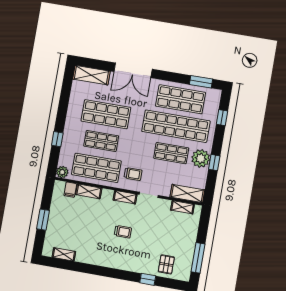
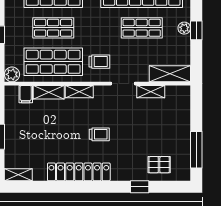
plant: (201, 158) -> (184, 28), width x0.53, depth x0.53
shelving: (125, 197) -> (79, 92), moved
shelving: (182, 207) -> (151, 92), moved
shelving: (64, 254) -> (18, 175), moved
locker: (101, 259) -> (79, 172), added
pallet: (166, 264) -> (159, 165), turned 90

